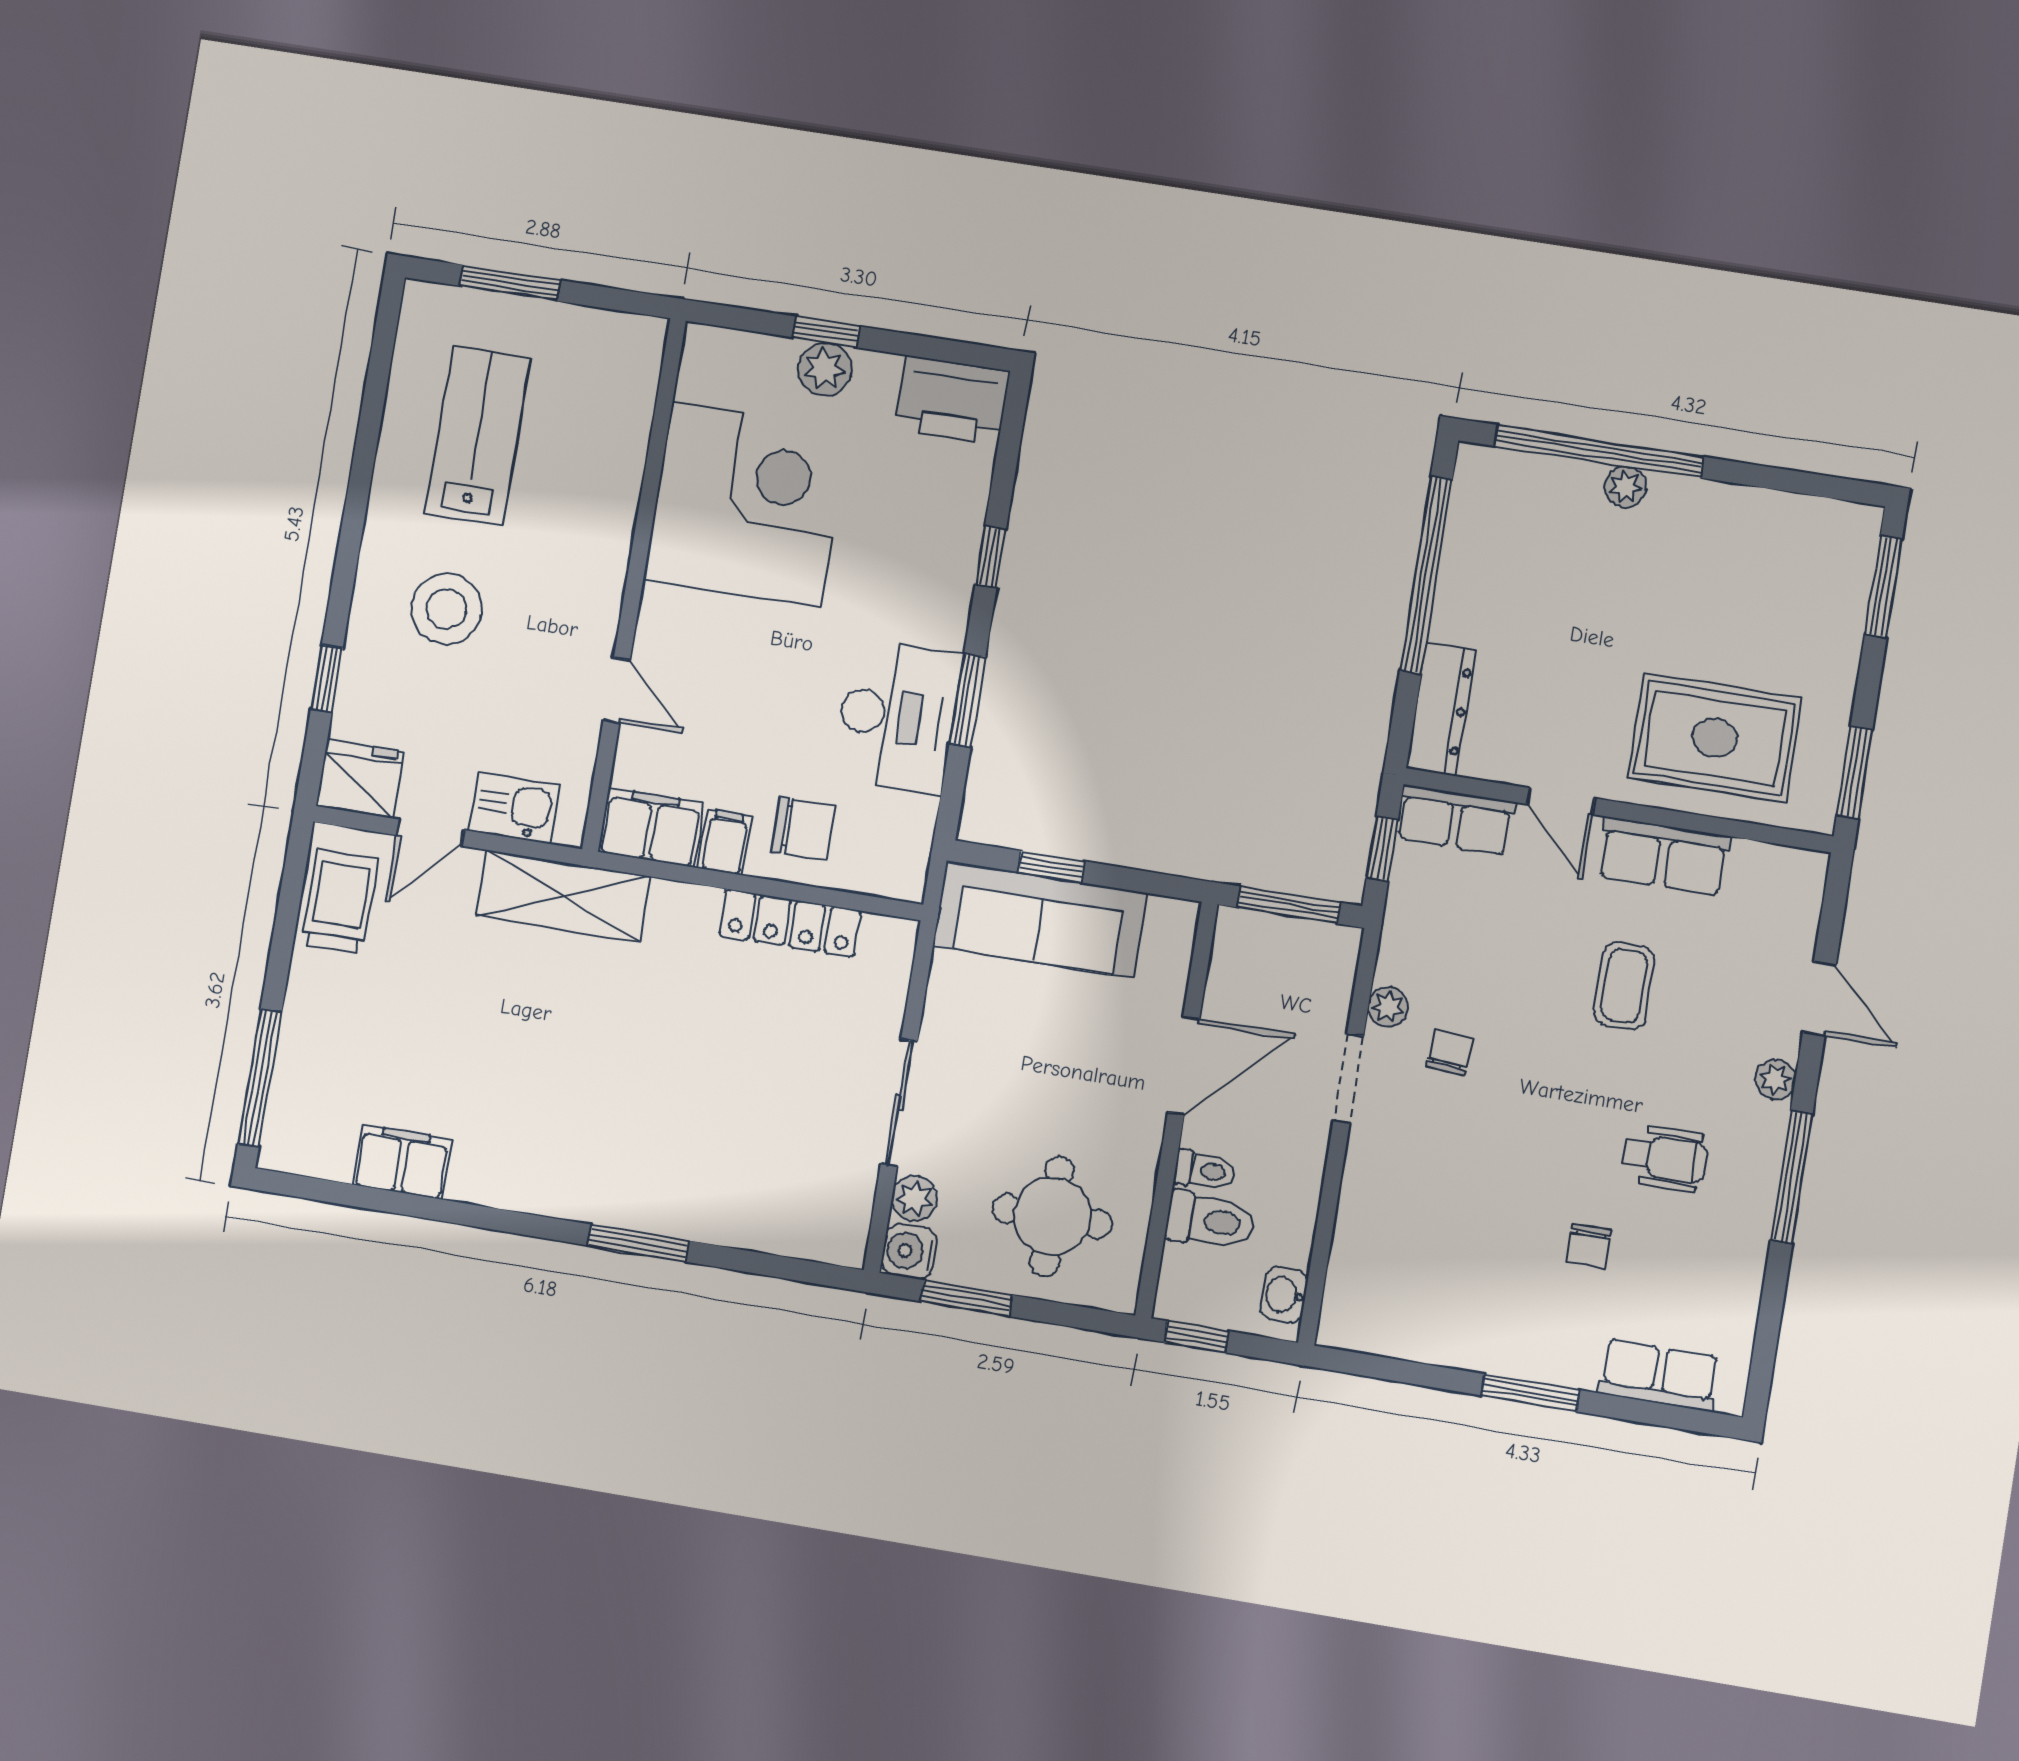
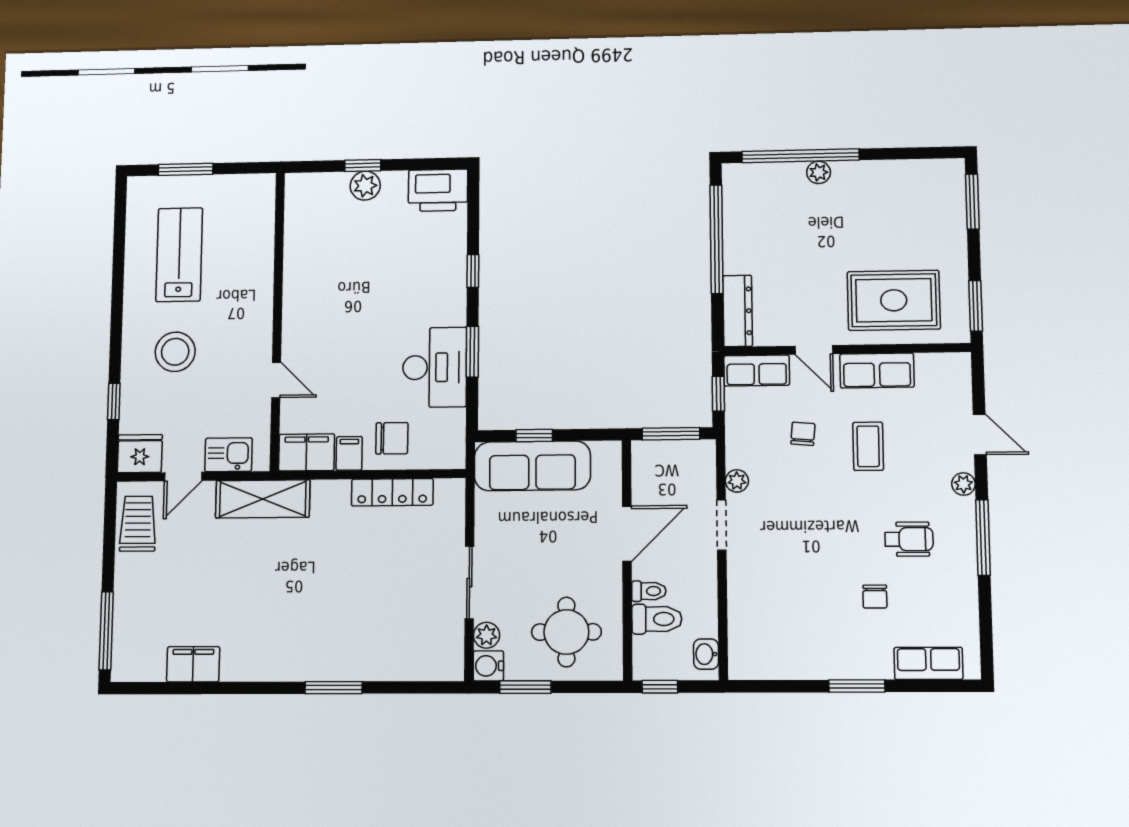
corner desk: (746, 505) -> (333, 266), removed
chair: (1450, 1052) -> (803, 434), moved

